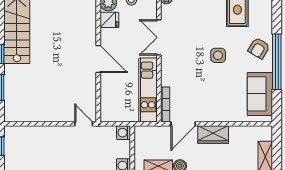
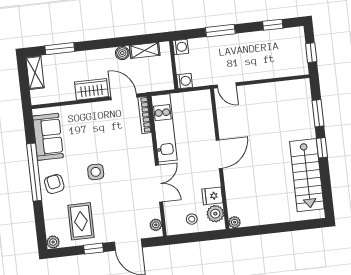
armchair: (259, 48) -> (54, 184), turned -42
door: (98, 59) -> (219, 154), swing flipped
door: (183, 124) -> (124, 97), hinge flipped

